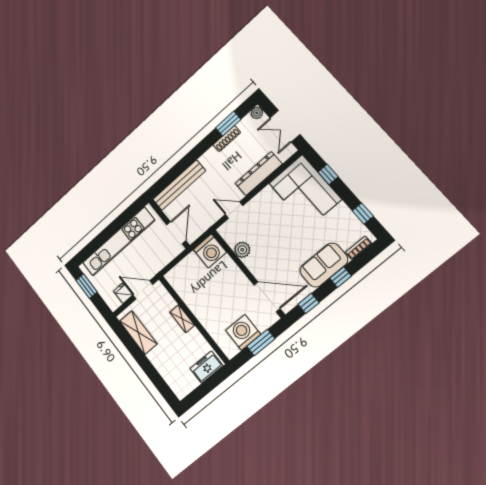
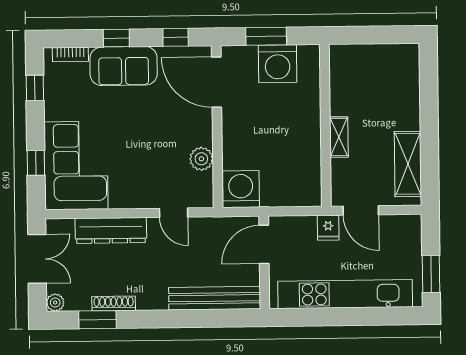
fridge: (123, 293) -> (328, 228), moved
freezer: (207, 367) -> (354, 58), removed

